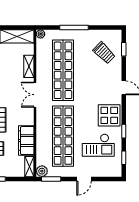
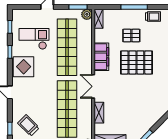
double door: (35, 95) -> (93, 86), swing flipped
filing cabinet: (26, 141) -> (101, 57), moved

